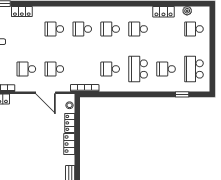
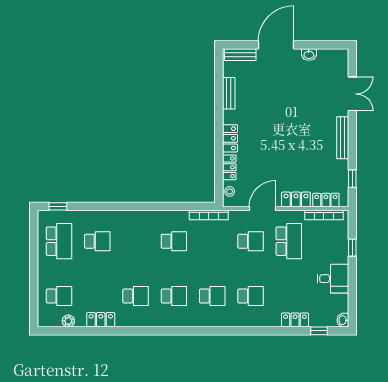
school desk: (26, 69) -> (289, 241), width x1.85
school desk: (138, 69) -> (136, 241), removed
door: (46, 93) -> (262, 209), hinge flipped
window: (182, 94) -> (58, 206), moved
locker: (21, 99) -> (296, 200), added

